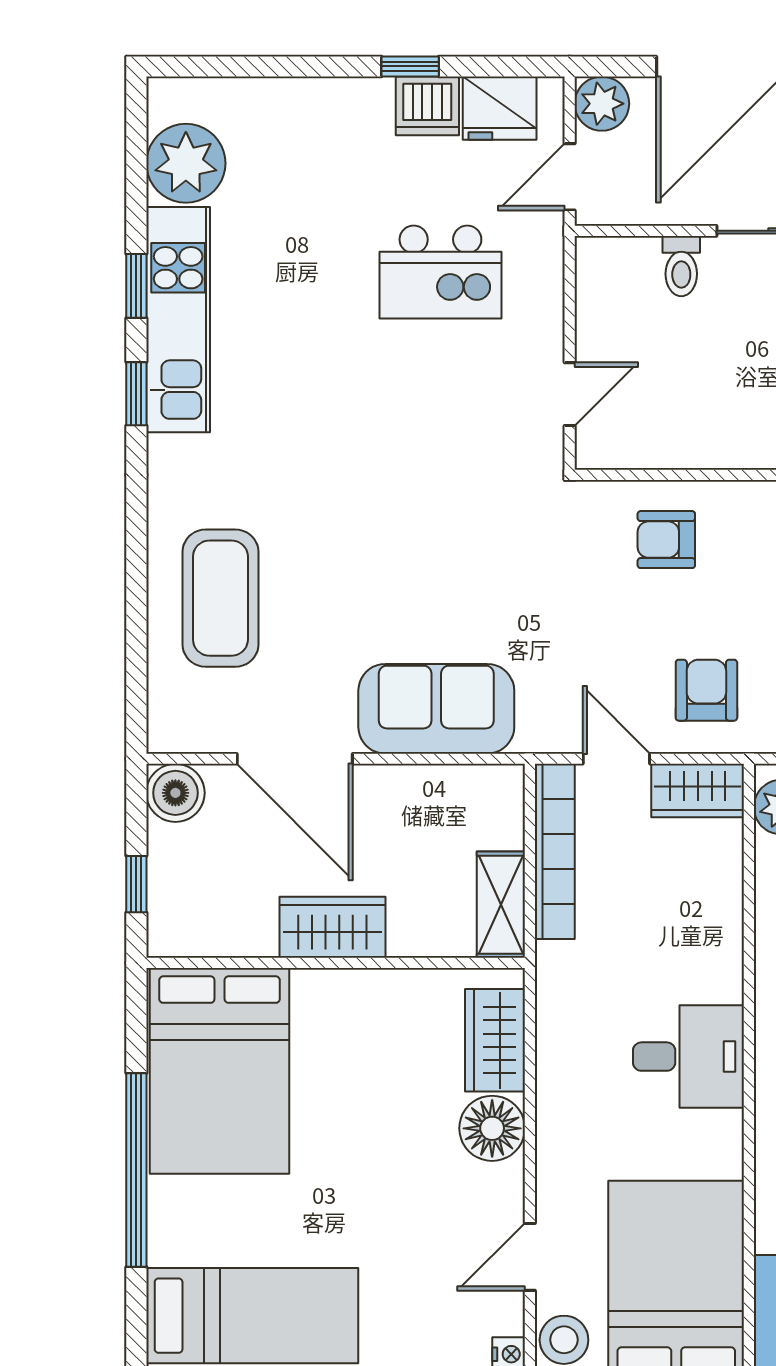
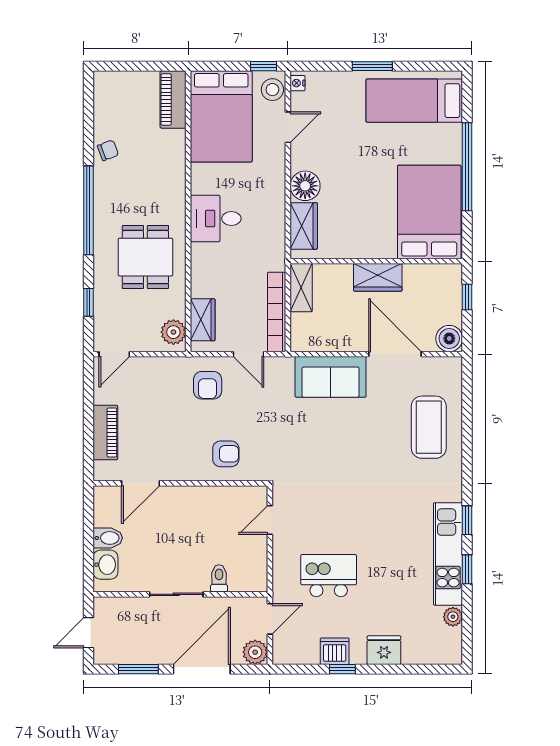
fridge: (500, 108) -> (384, 650), moved
plant: (186, 163) -> (453, 617), width x0.53, depth x0.53
wardrobe: (698, 791) -> (203, 320), moved, turned 90

